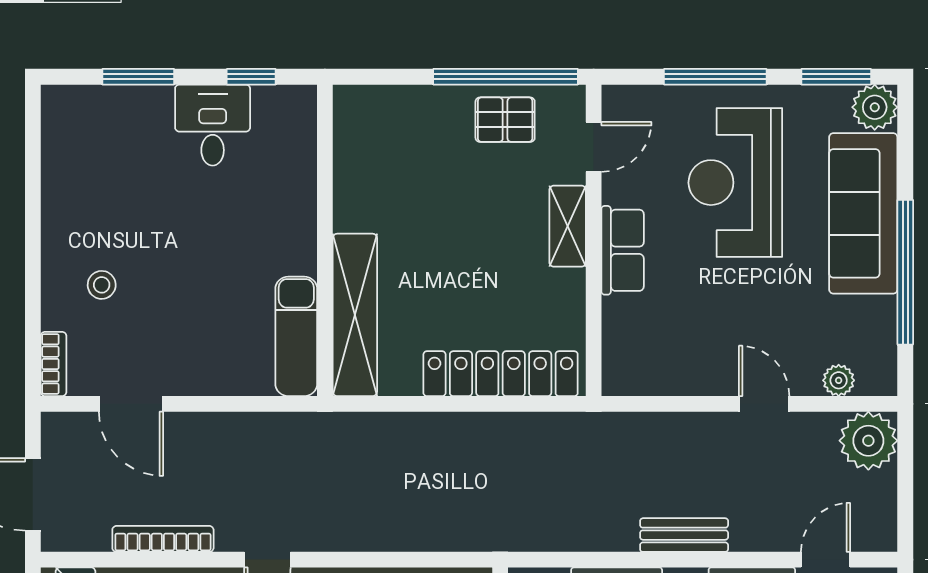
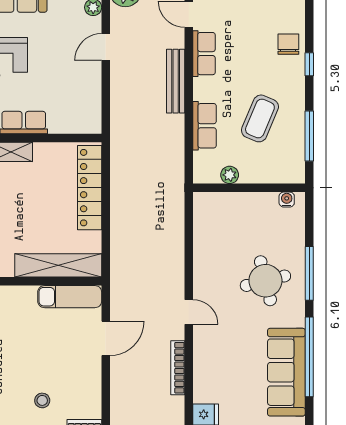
door: (131, 404) -> (106, 338), moved
bench: (684, 535) -> (176, 81), width x1.36

